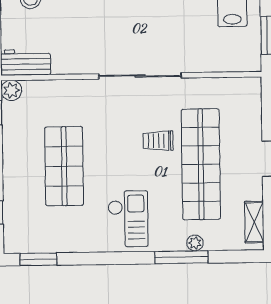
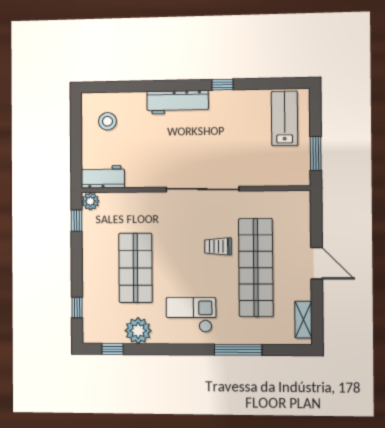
checkout: (128, 219) -> (191, 315), turned -90
plant: (195, 243) -> (138, 331), moved, width x1.87, depth x1.87
window: (38, 259) -> (113, 349), width x0.67

